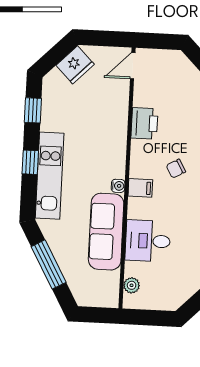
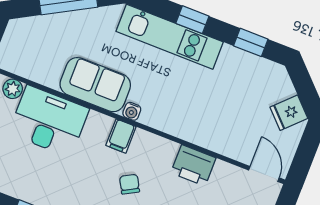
fridge: (75, 65) -> (289, 113), width x0.72
sofa: (106, 232) -> (95, 85), width x0.73
desk: (148, 241) -> (49, 121), width x1.37

